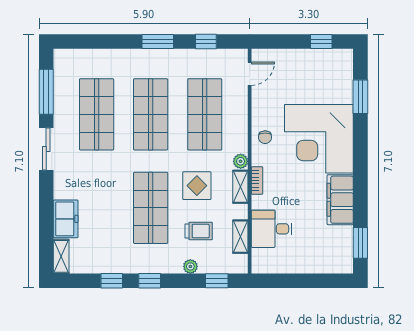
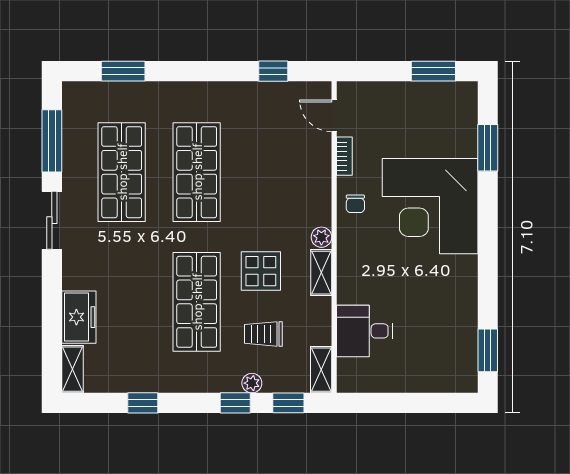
window: (158, 42) -> (123, 71), moved
window: (321, 42) -> (433, 71), width x1.50
door: (250, 74) -> (334, 116), swing flipped
shop shelf: (205, 114) -> (272, 172), removed
bookcase: (257, 180) -> (344, 156), moved
filing cabinet: (340, 200) -> (460, 291), removed
trolley: (199, 231) -> (263, 334), turned 180
shelving: (240, 237) -> (321, 370), moved
window: (150, 281) -> (235, 403), moved

